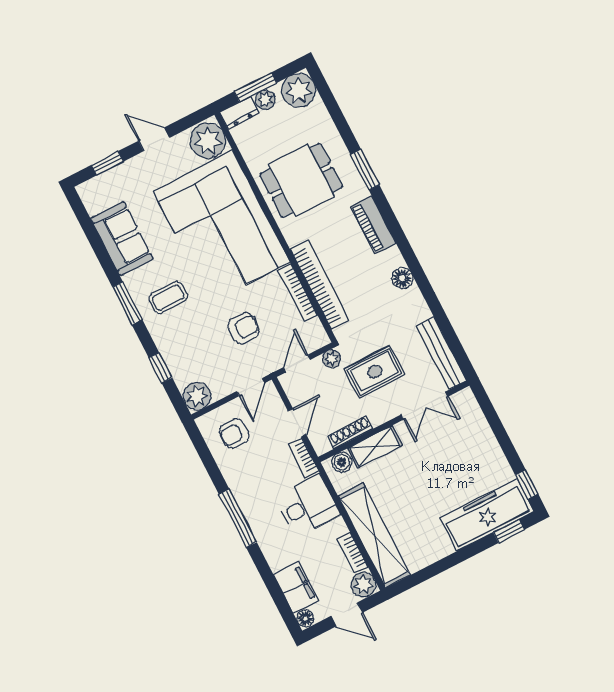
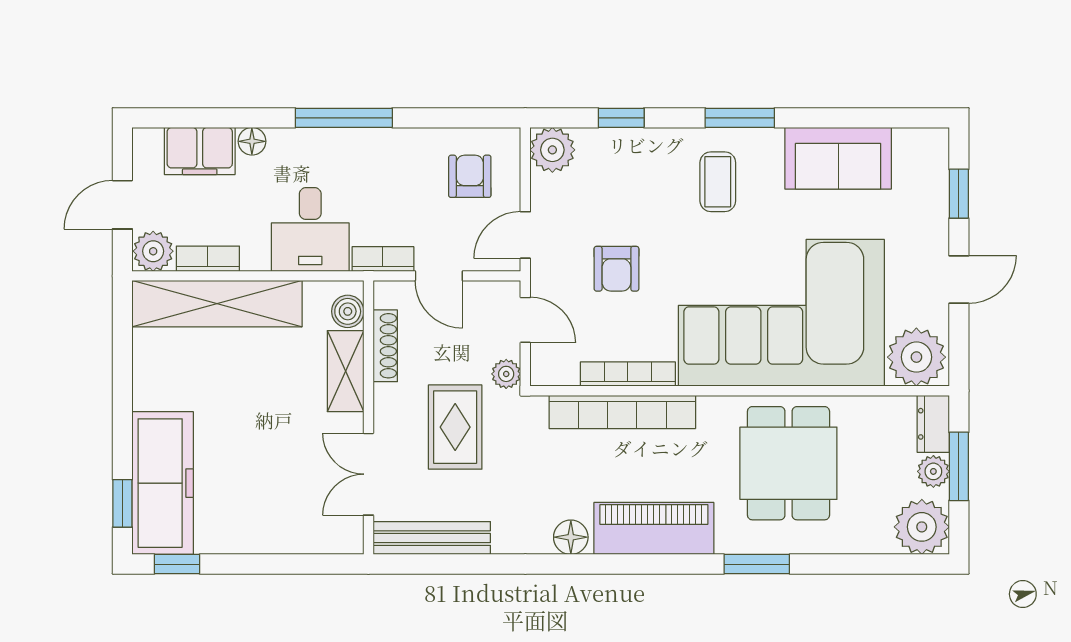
piano: (373, 225) -> (654, 528), width x1.37, depth x1.33
door: (251, 387) -> (525, 235), hinge flipped
floor lamp: (305, 618) -> (252, 141), moved

